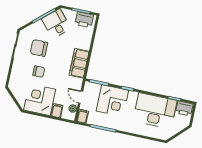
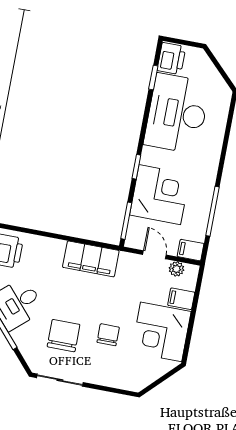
chair: (39, 48) -> (64, 336), turned 180
door: (81, 97) -> (154, 255), swing flipped

